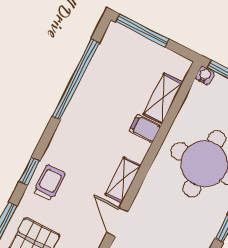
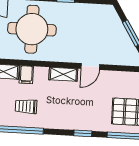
trolley: (50, 183) -> (26, 106), moved

